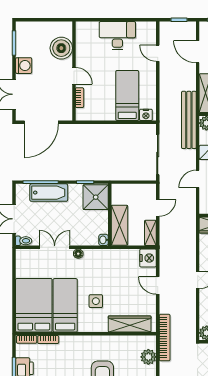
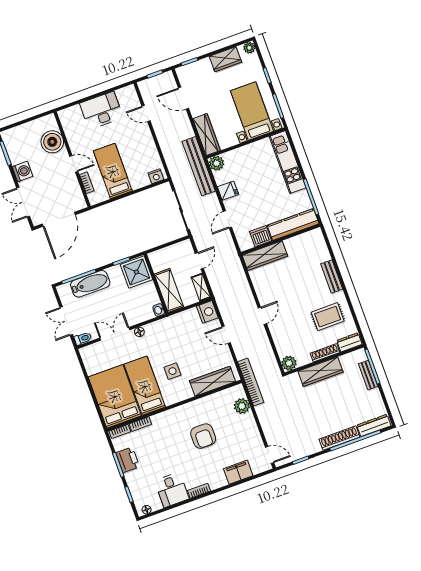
bed: (127, 95) -> (113, 171), moved

